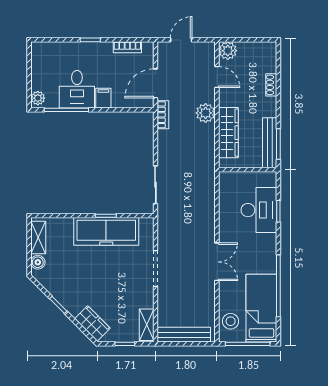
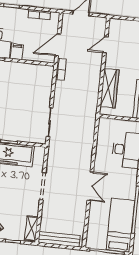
plant: (228, 51) -> (116, 26), removed
door: (217, 77) -> (105, 45), swing flipped
plant: (206, 113) -> (94, 71), removed
stool: (231, 321) -> (96, 233), removed

